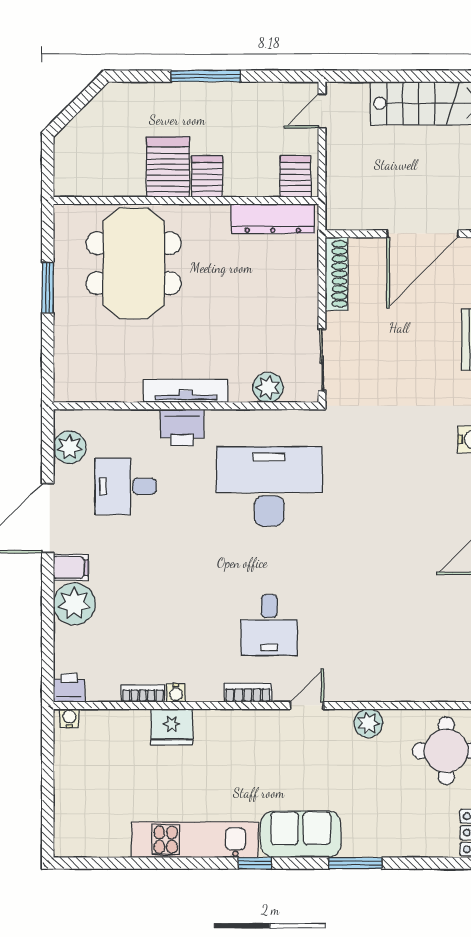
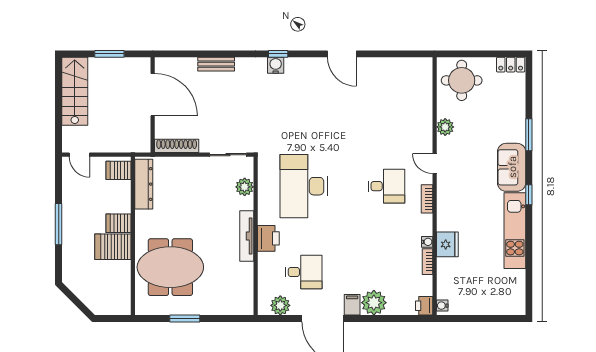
desk: (126, 486) -> (304, 272), turned -90

